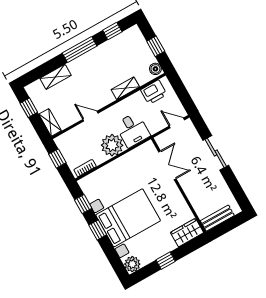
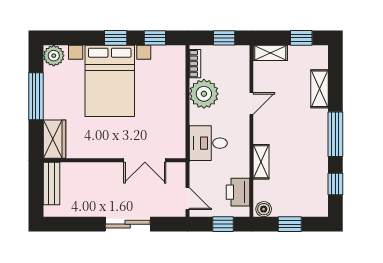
window: (180, 90) -> (223, 224), added
door: (177, 123) -> (187, 199), hinge flipped
plant: (112, 145) -> (204, 94), moved
window: (166, 261) -> (36, 96), width x2.17

